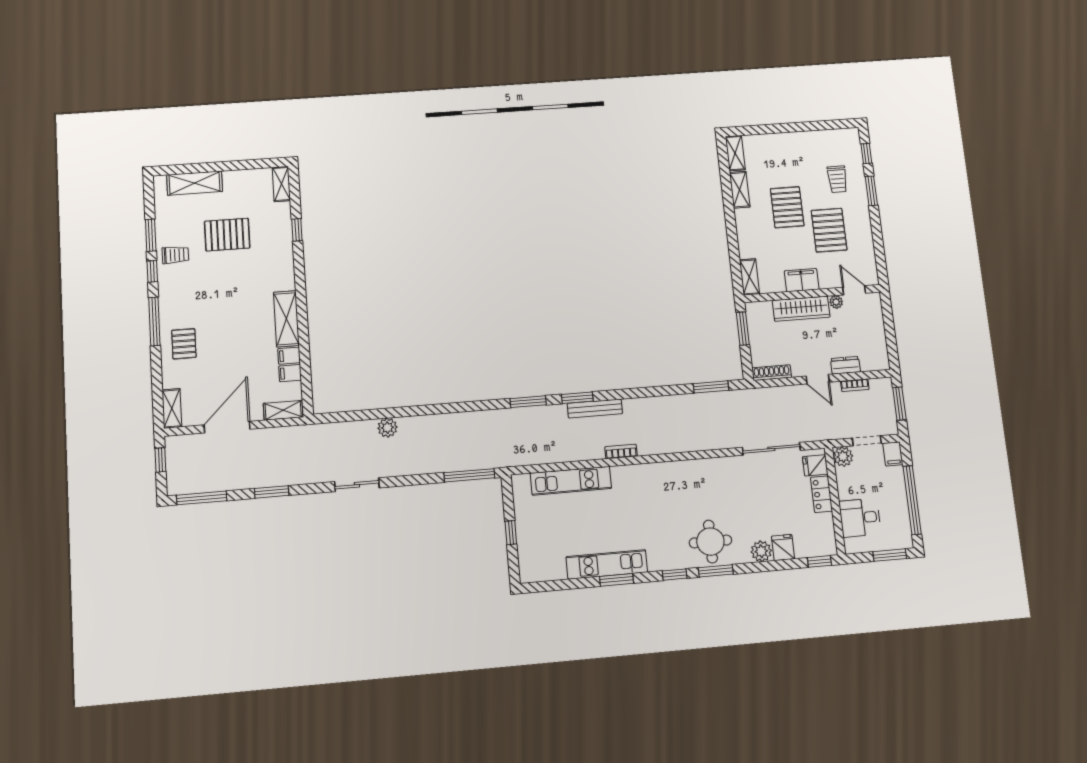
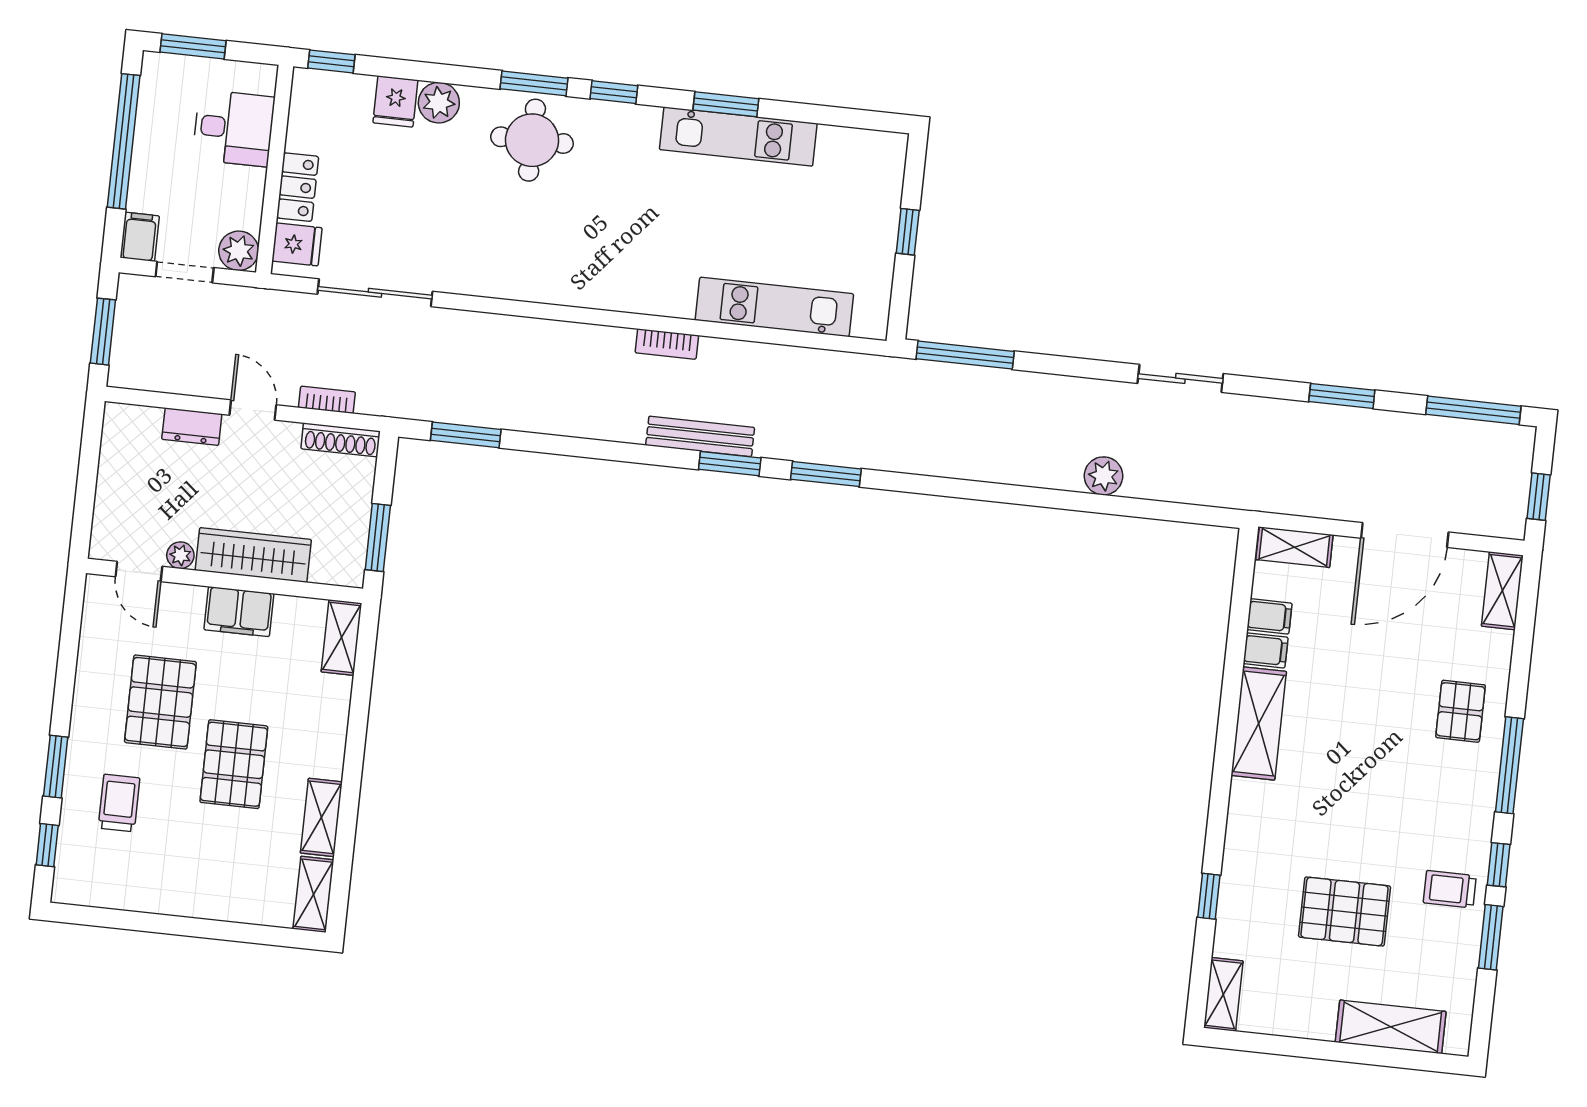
bookcase: (855, 385) -> (327, 400), moved

